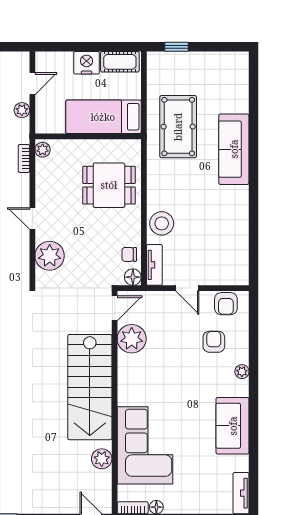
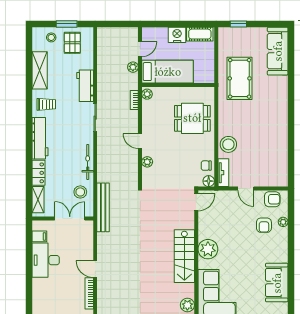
bed: (103, 117) -> (168, 72), moved, turned 180
sofa: (234, 149) -> (278, 51), moved
plant: (50, 256) -> (147, 162), width x0.53, depth x0.53
armchair: (226, 304) -> (272, 199), turned -90
plant: (132, 339) -> (208, 249), moved
armchair: (214, 342) -> (264, 225), turned 180
plant: (242, 372) -> (283, 222), moved
stairs: (90, 387) -> (184, 256), width x0.73, depth x0.66

